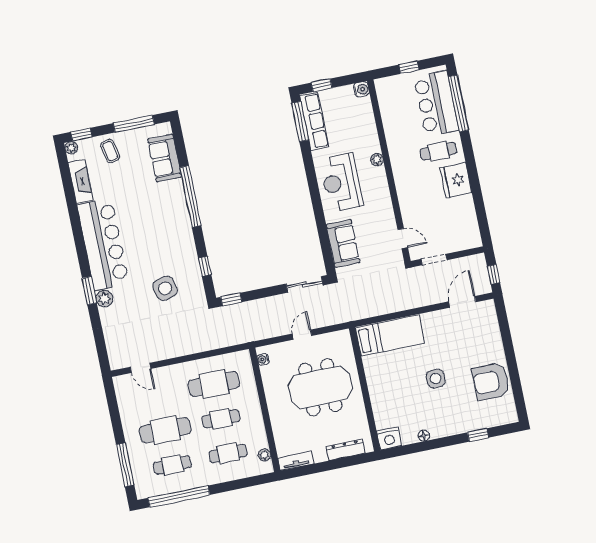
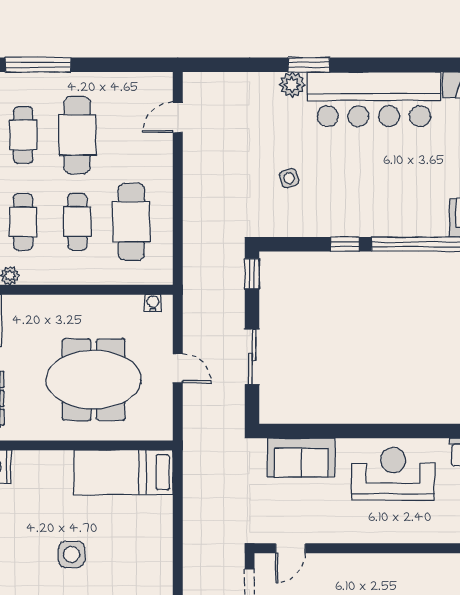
plant: (377, 160) -> (416, 534), removed
window: (205, 266) -> (345, 244), moved
sliding door: (304, 284) -> (252, 357), moved
side table: (165, 288) -> (289, 178), width x0.54, depth x0.54
bed: (390, 335) -> (123, 472), moved, turned 90
meeting table: (320, 387) -> (94, 380), turned 90

